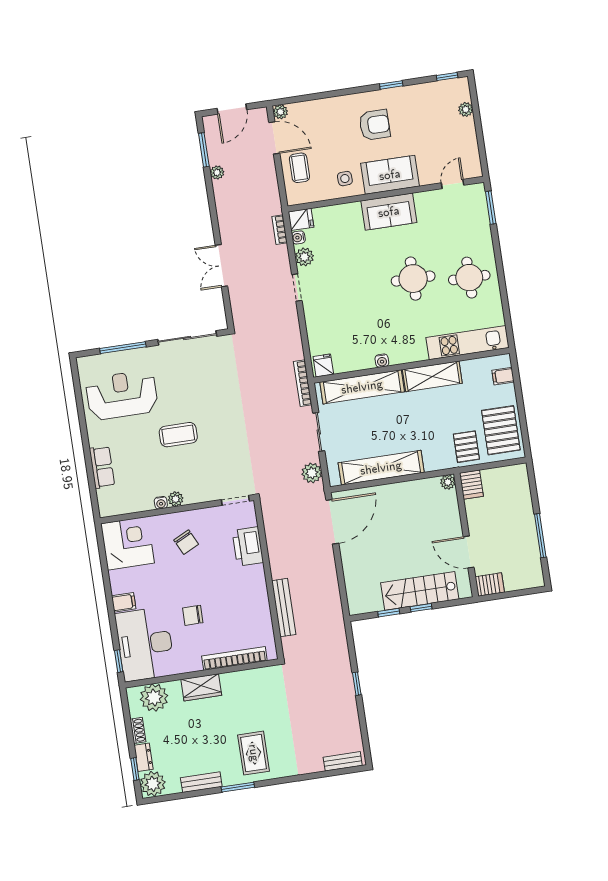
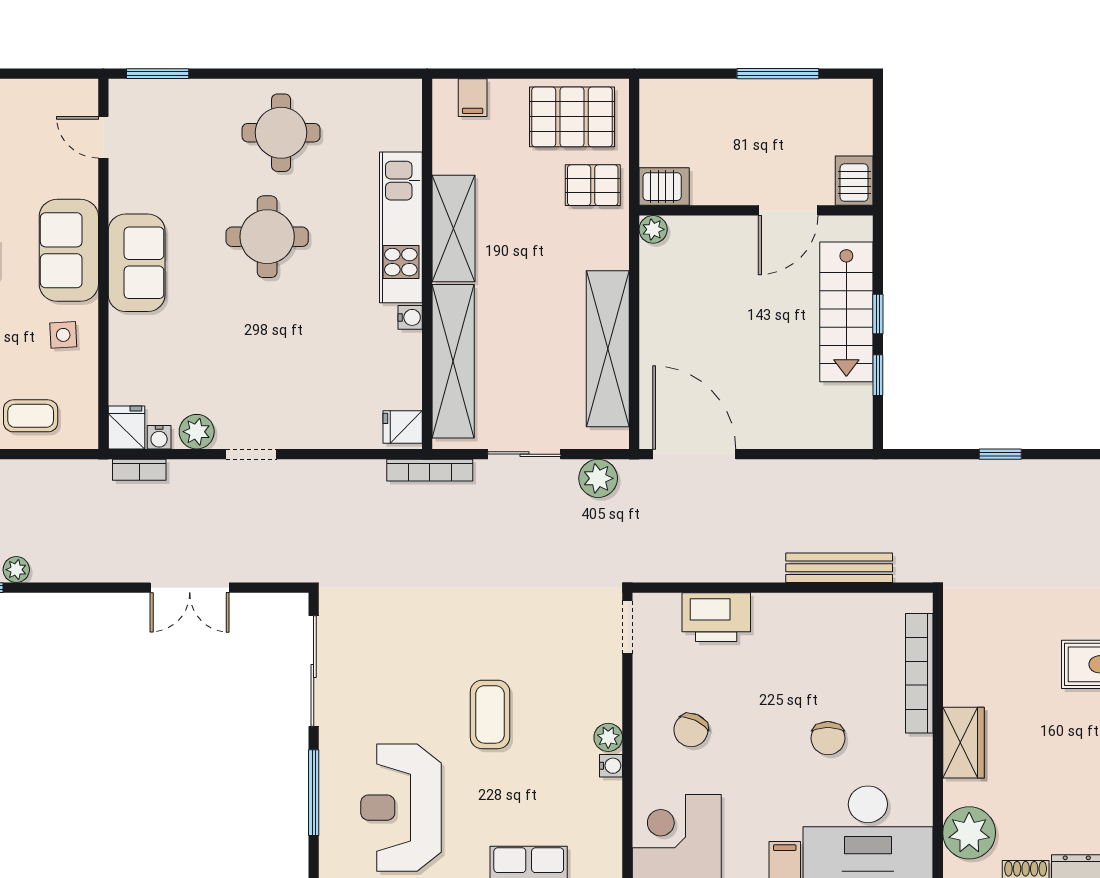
kitchen unit: (468, 343) -> (401, 227), moved
chair: (186, 542) -> (691, 730), turned 141

